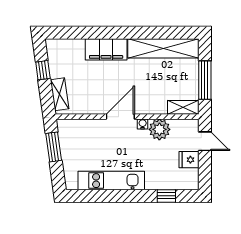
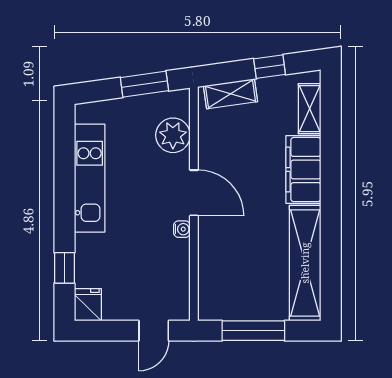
shelving: (183, 107) -> (310, 109), moved
plant: (159, 129) -> (173, 135), moved
fridge: (189, 160) -> (88, 305), moved

